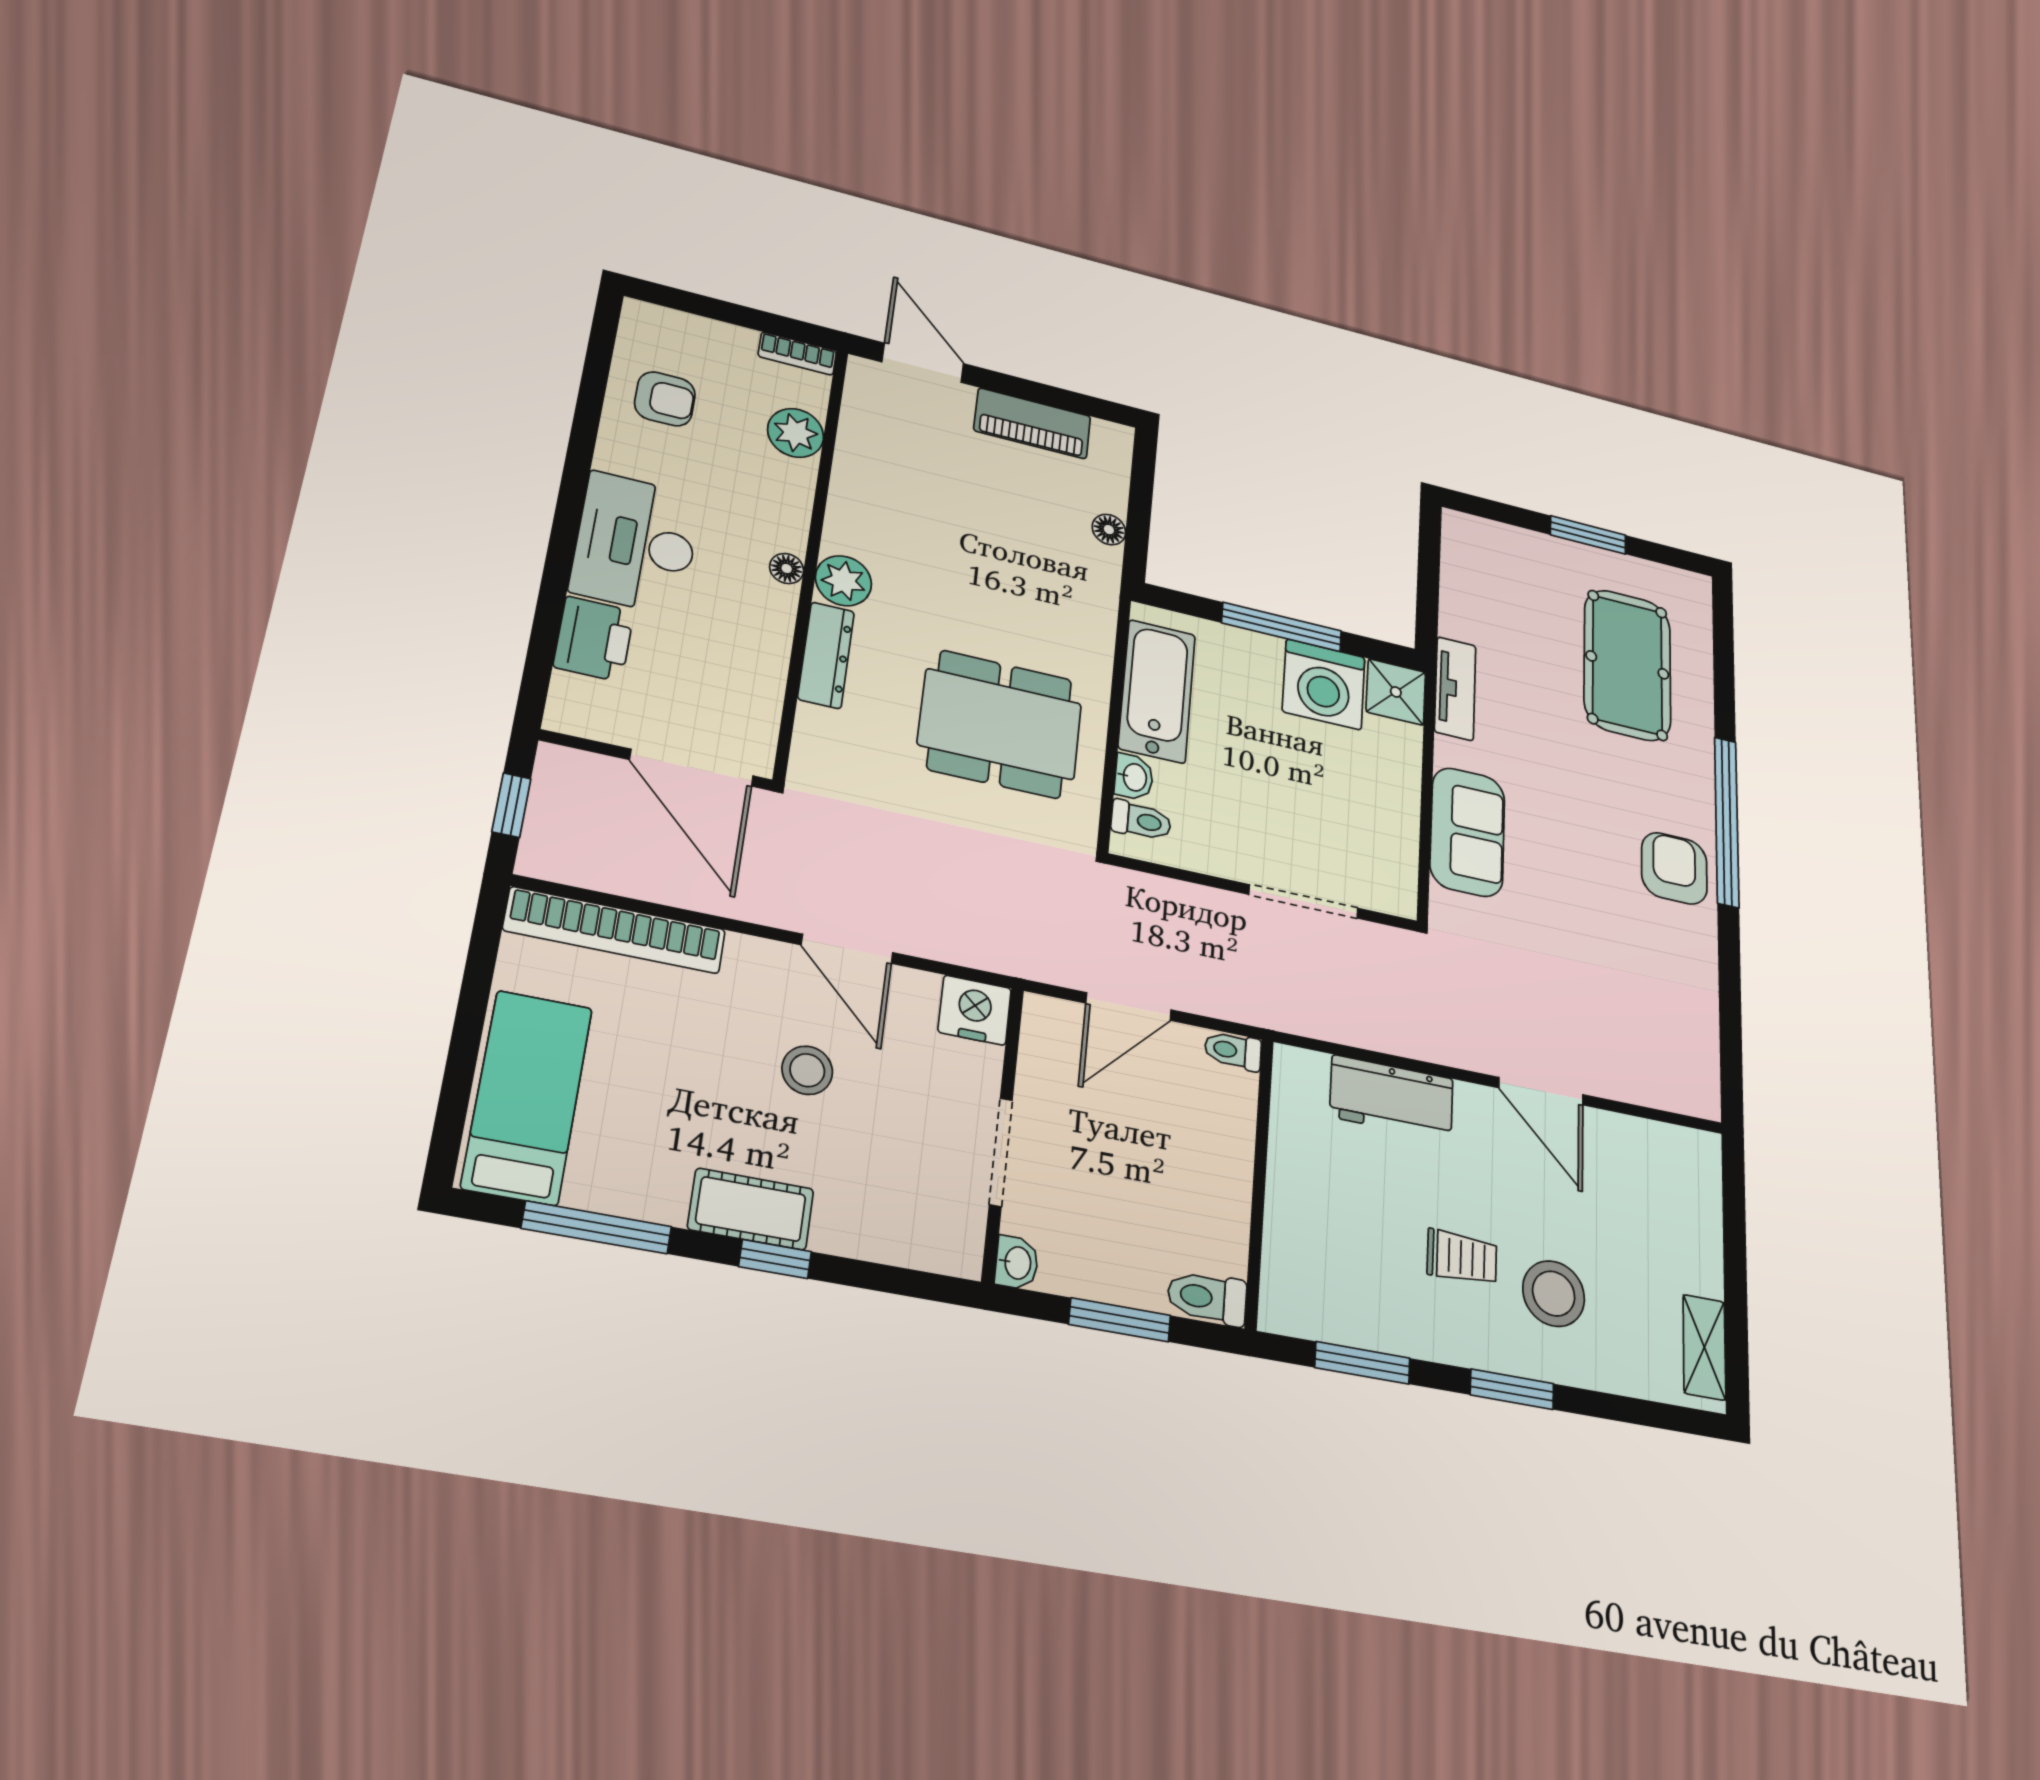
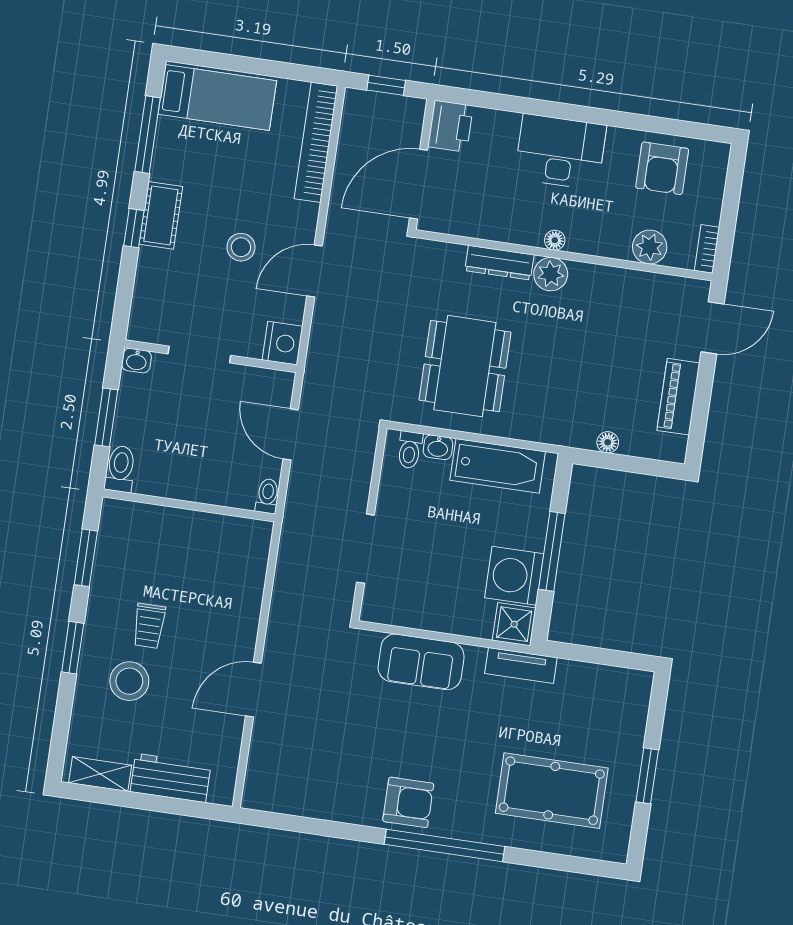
armchair: (665, 399) -> (662, 168), width x1.38, depth x1.38
printer: (594, 639) -> (451, 126), moved, turned -90
workbench: (1392, 1098) -> (171, 778), moved, turned 90

